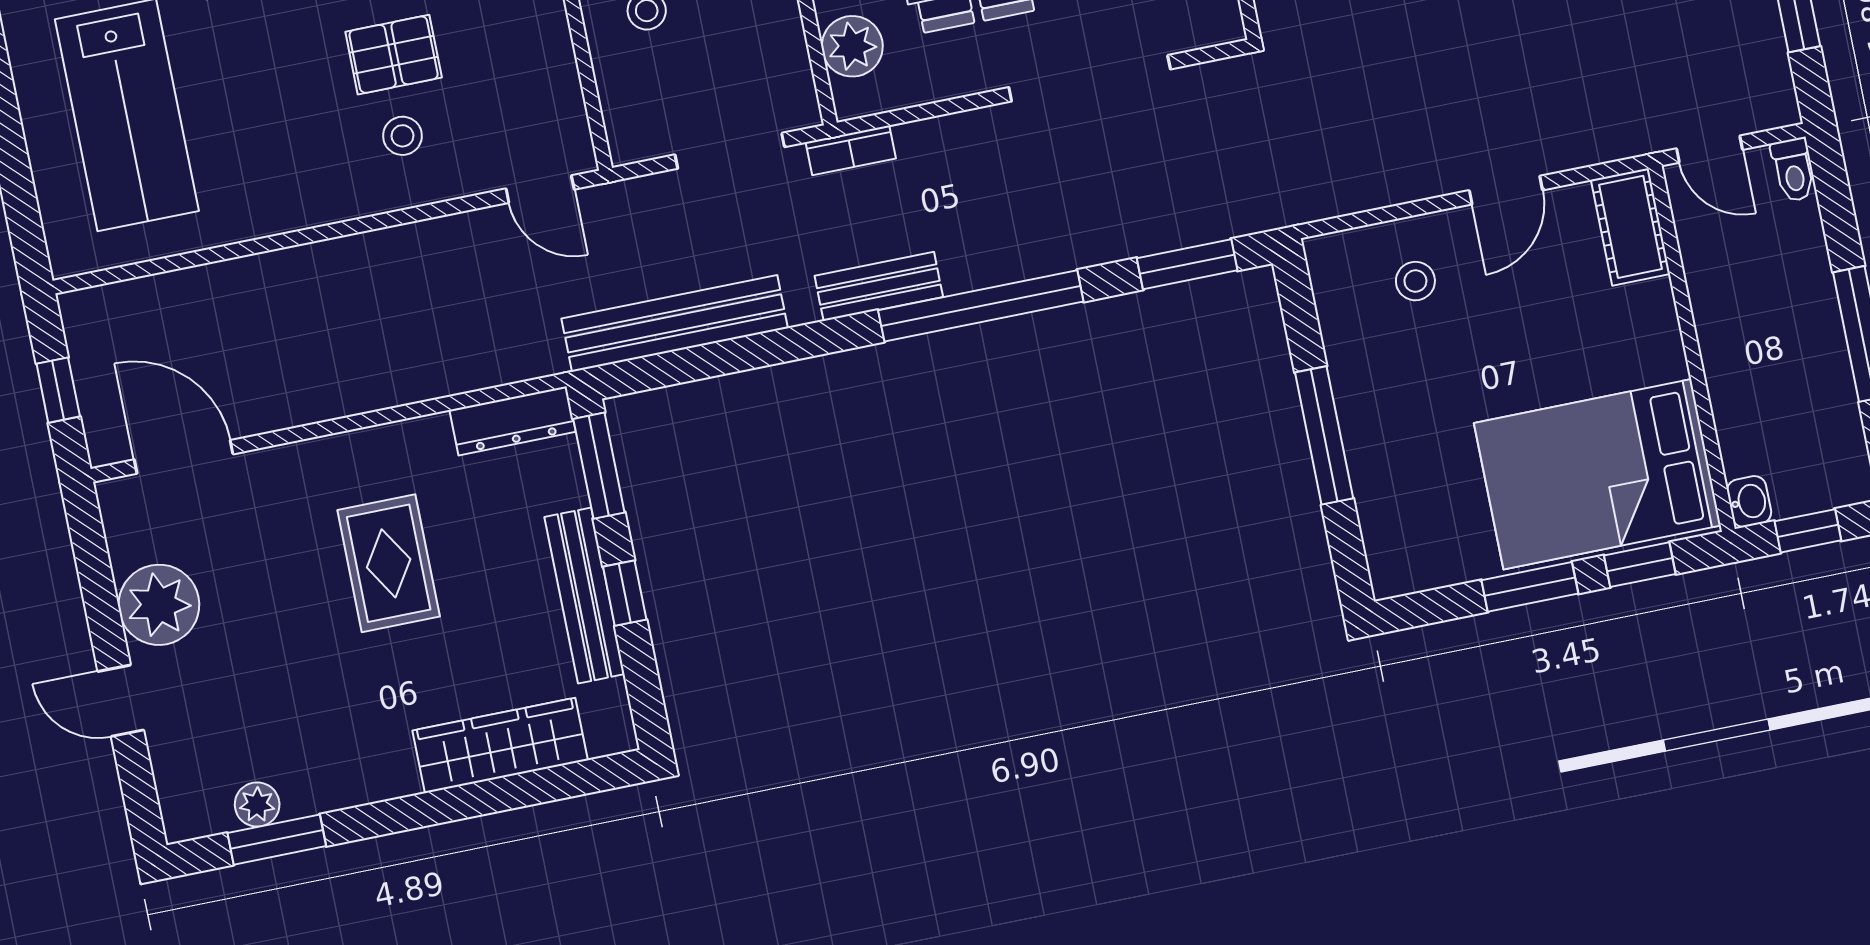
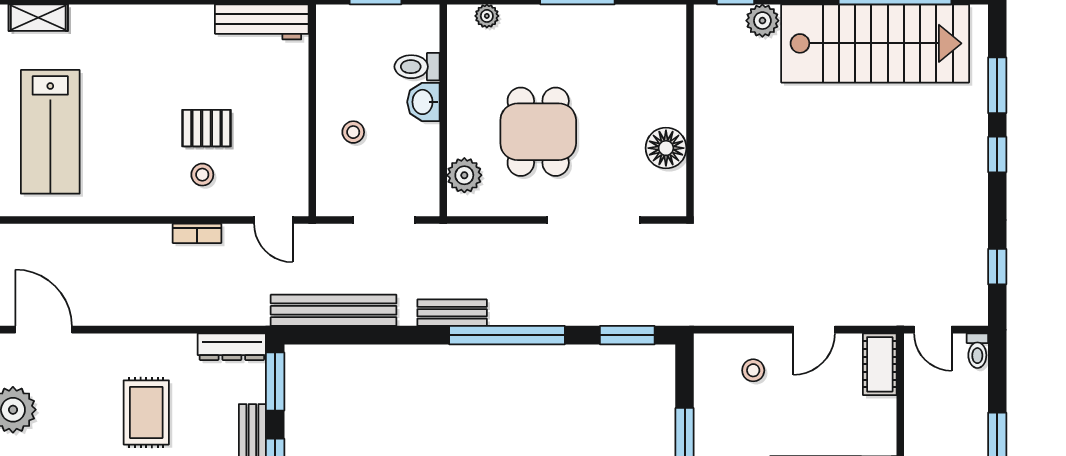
bookcase: (851, 150) -> (197, 233), moved

